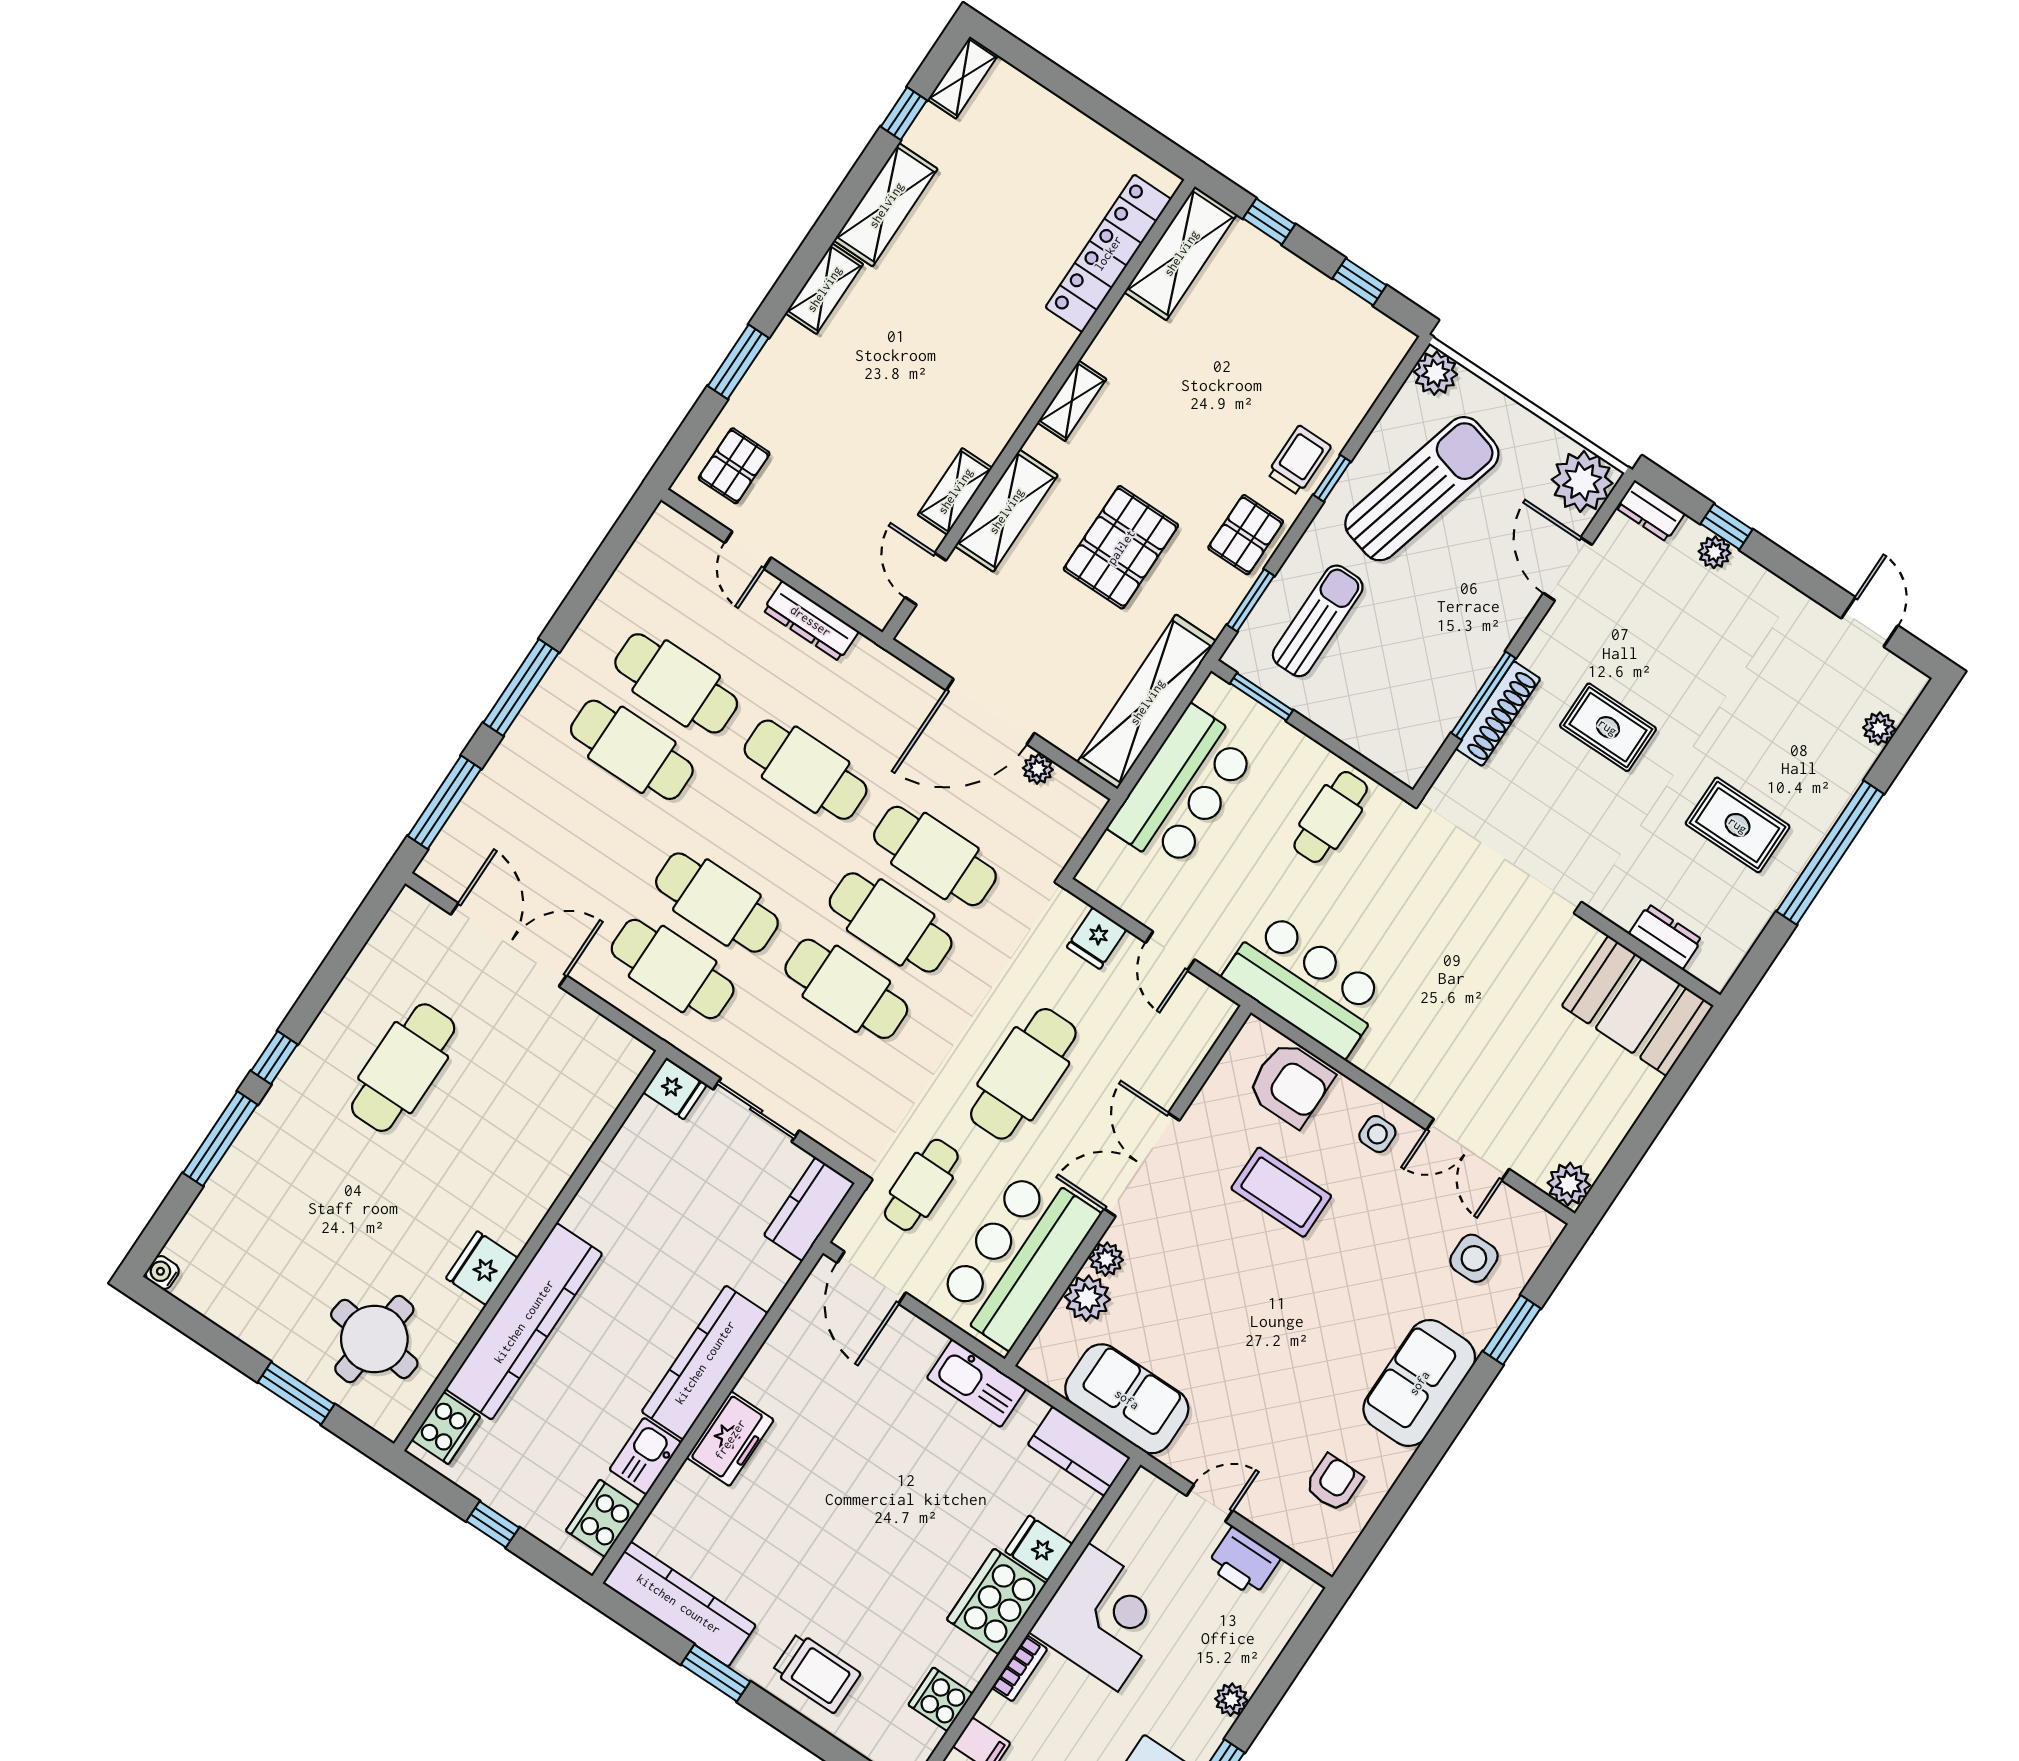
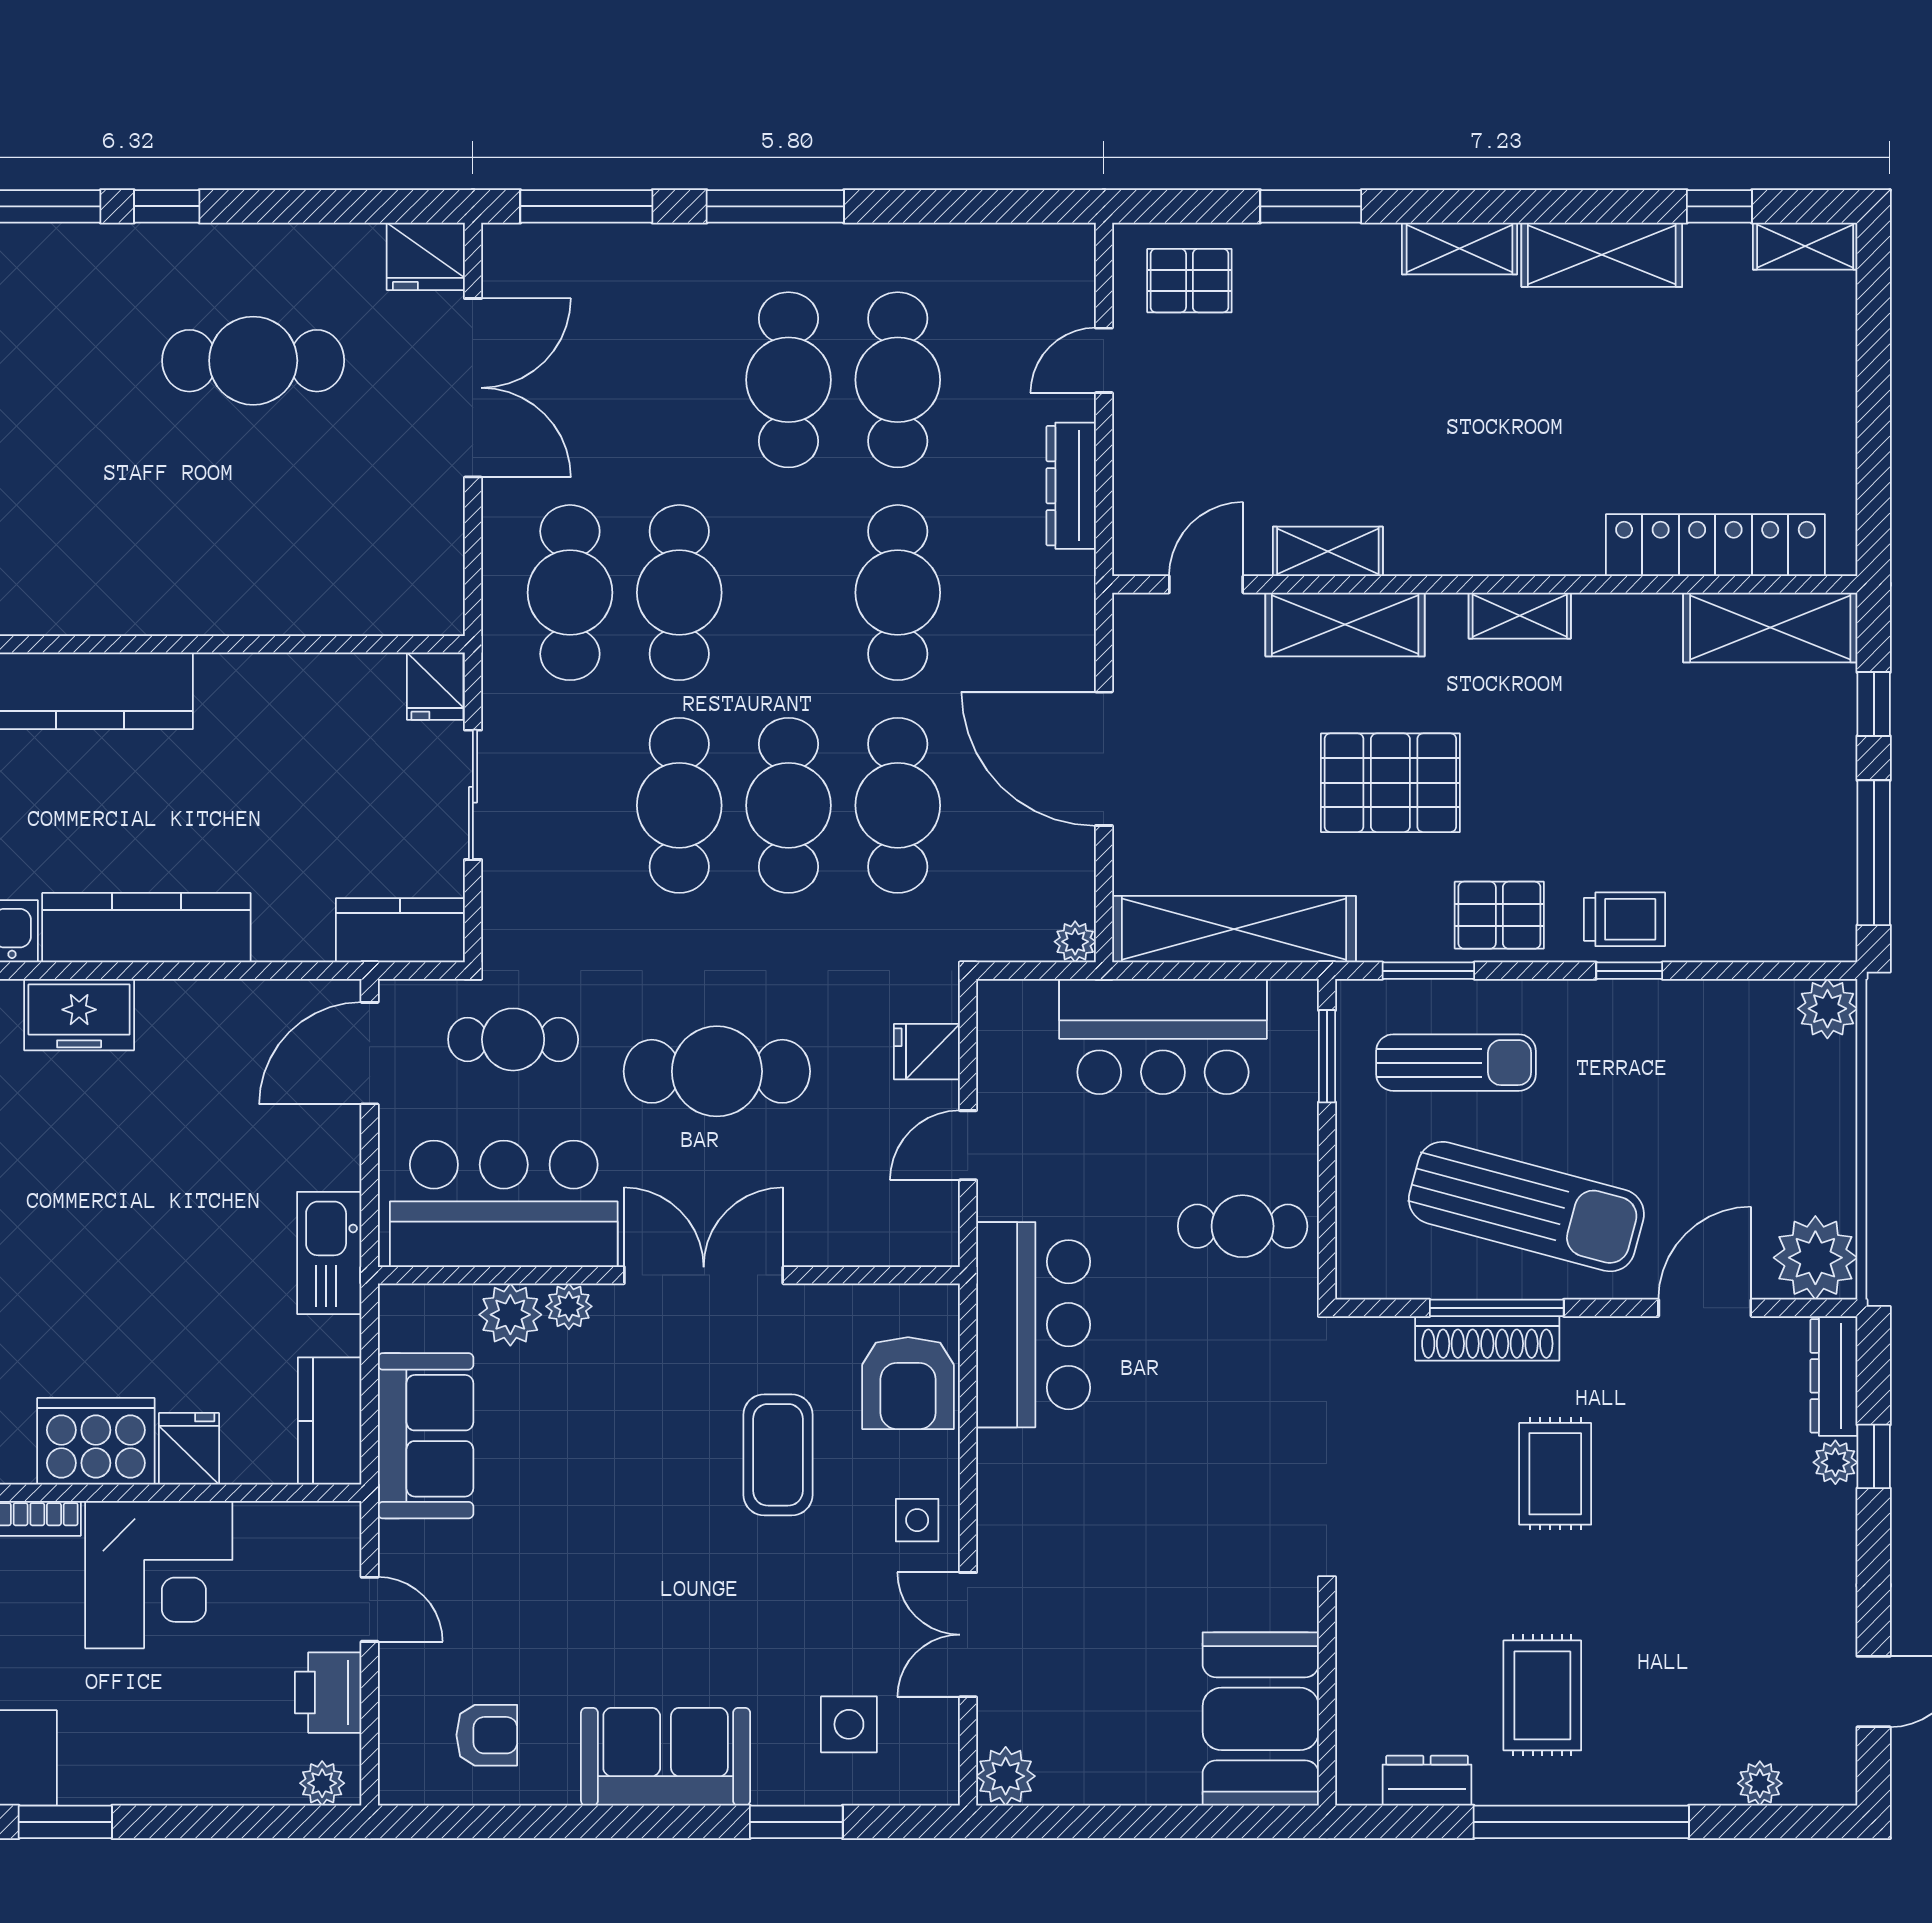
window: (1359, 282) -> (1874, 853), width x2.17
sun lounger: (1422, 489) -> (1526, 1207), moved
dresser: (1650, 511) -> (1834, 1376), width x1.44
plant: (1038, 769) -> (1075, 942), moved
dresser: (1665, 937) -> (1427, 1781), moved, turned -90
fridge: (482, 1268) -> (426, 256), moved, turned 180
plant: (1231, 1700) -> (322, 1783), moved

